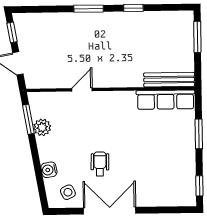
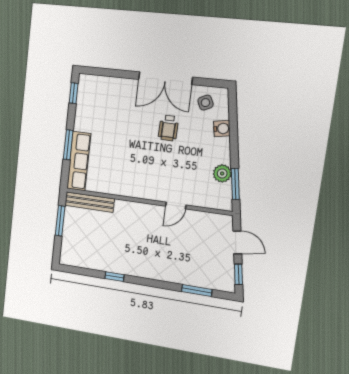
window: (89, 9) -> (197, 290), moved
window: (197, 37) -> (60, 221), moved
row of seats: (166, 100) -> (79, 161), moved, turned 90

